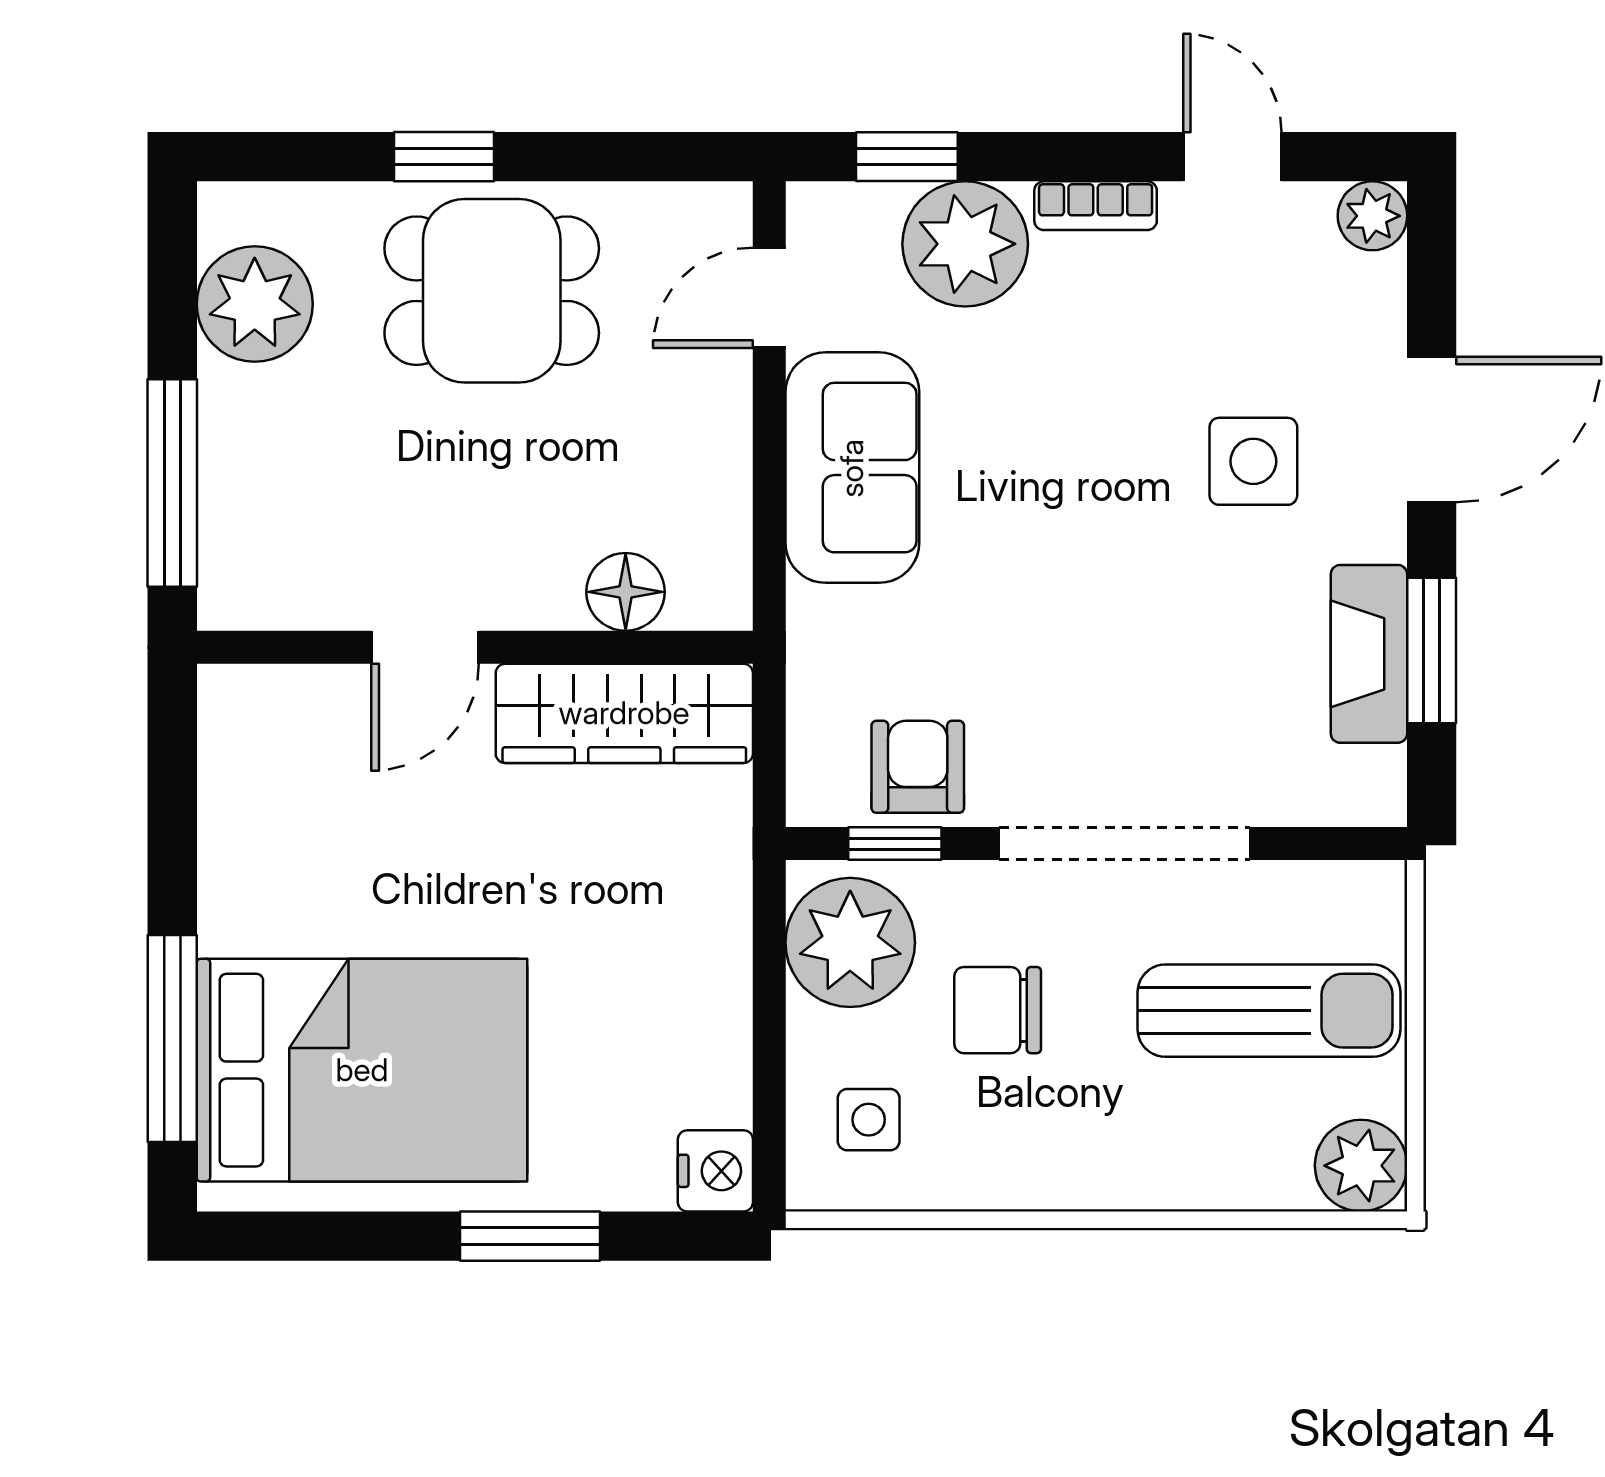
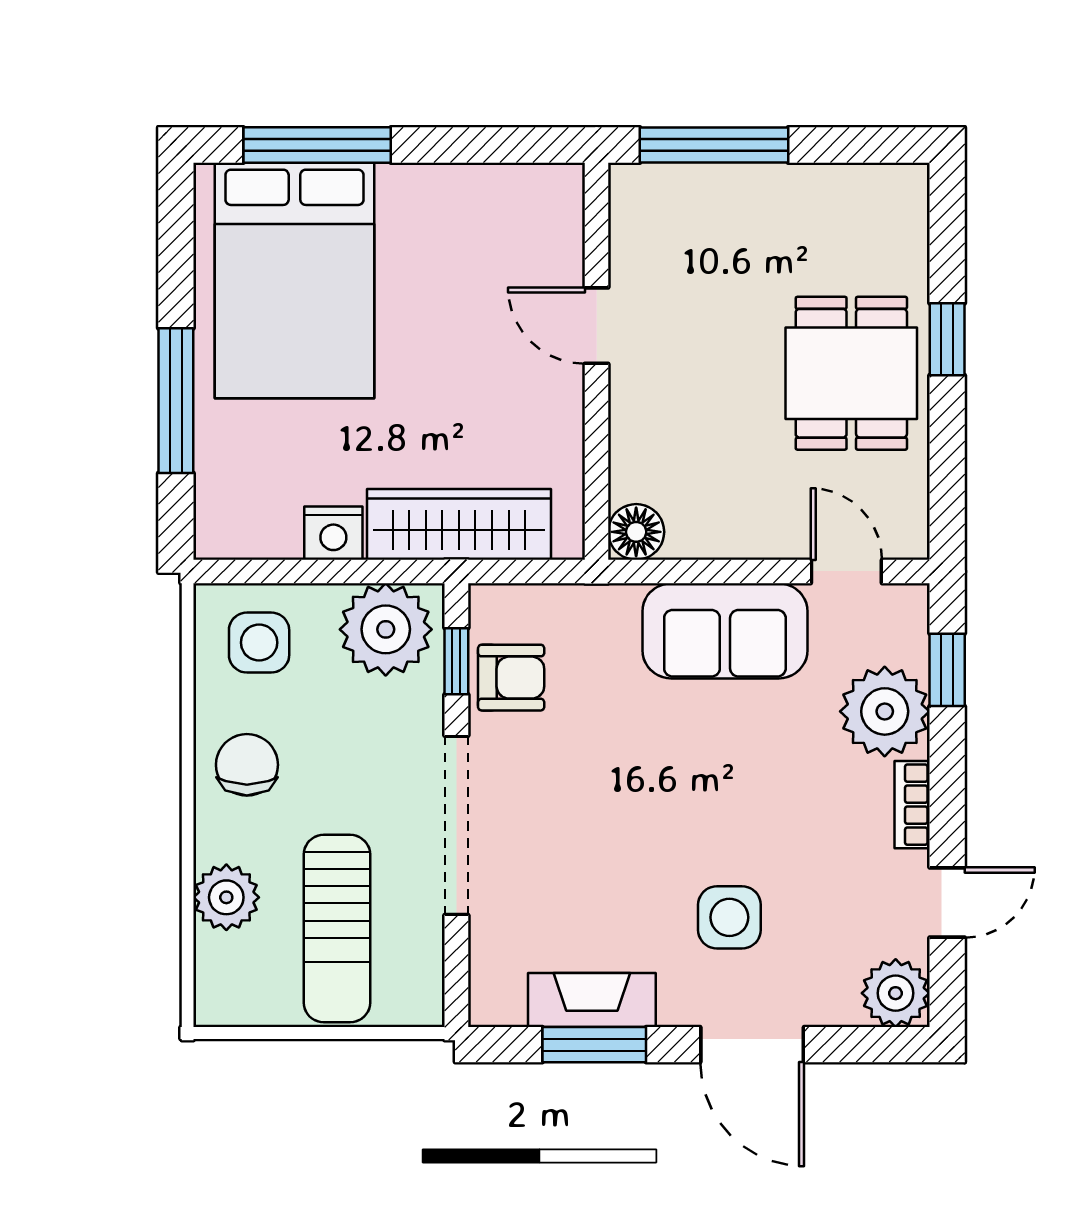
plant: (1372, 216) -> (896, 993), width x1.38, depth x1.38
plant: (255, 304) -> (842, 204), removed
floor lamp: (626, 592) -> (636, 532), moved
wardrobe: (624, 713) -> (459, 524), moved, turned 90
chair: (998, 1010) -> (247, 765), moved
side table: (869, 1120) -> (259, 643), width x1.37, depth x1.37
plant: (1361, 1166) -> (226, 897), moved
nightstand: (715, 1171) -> (333, 533), moved
window: (530, 1236) -> (176, 401), width x1.44

